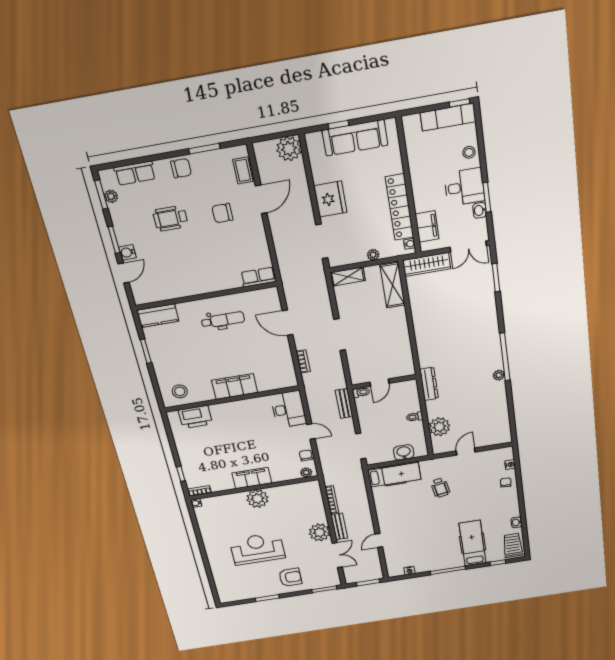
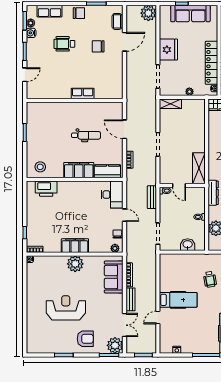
water cooler: (127, 252) -> (31, 33), moved
row of seats: (258, 277) -> (83, 93), moved
shelving: (392, 285) -> (199, 168), moved
kitchen counter: (158, 316) -> (107, 171), moved, turned 180
dental chair: (223, 320) -> (86, 135), moved
door: (379, 383) -> (179, 186), hinge flipped
hospital bed: (394, 475) -> (178, 300), moved
sofa: (312, 505) -> (114, 277), added
plant: (320, 532) -> (115, 345), moved

